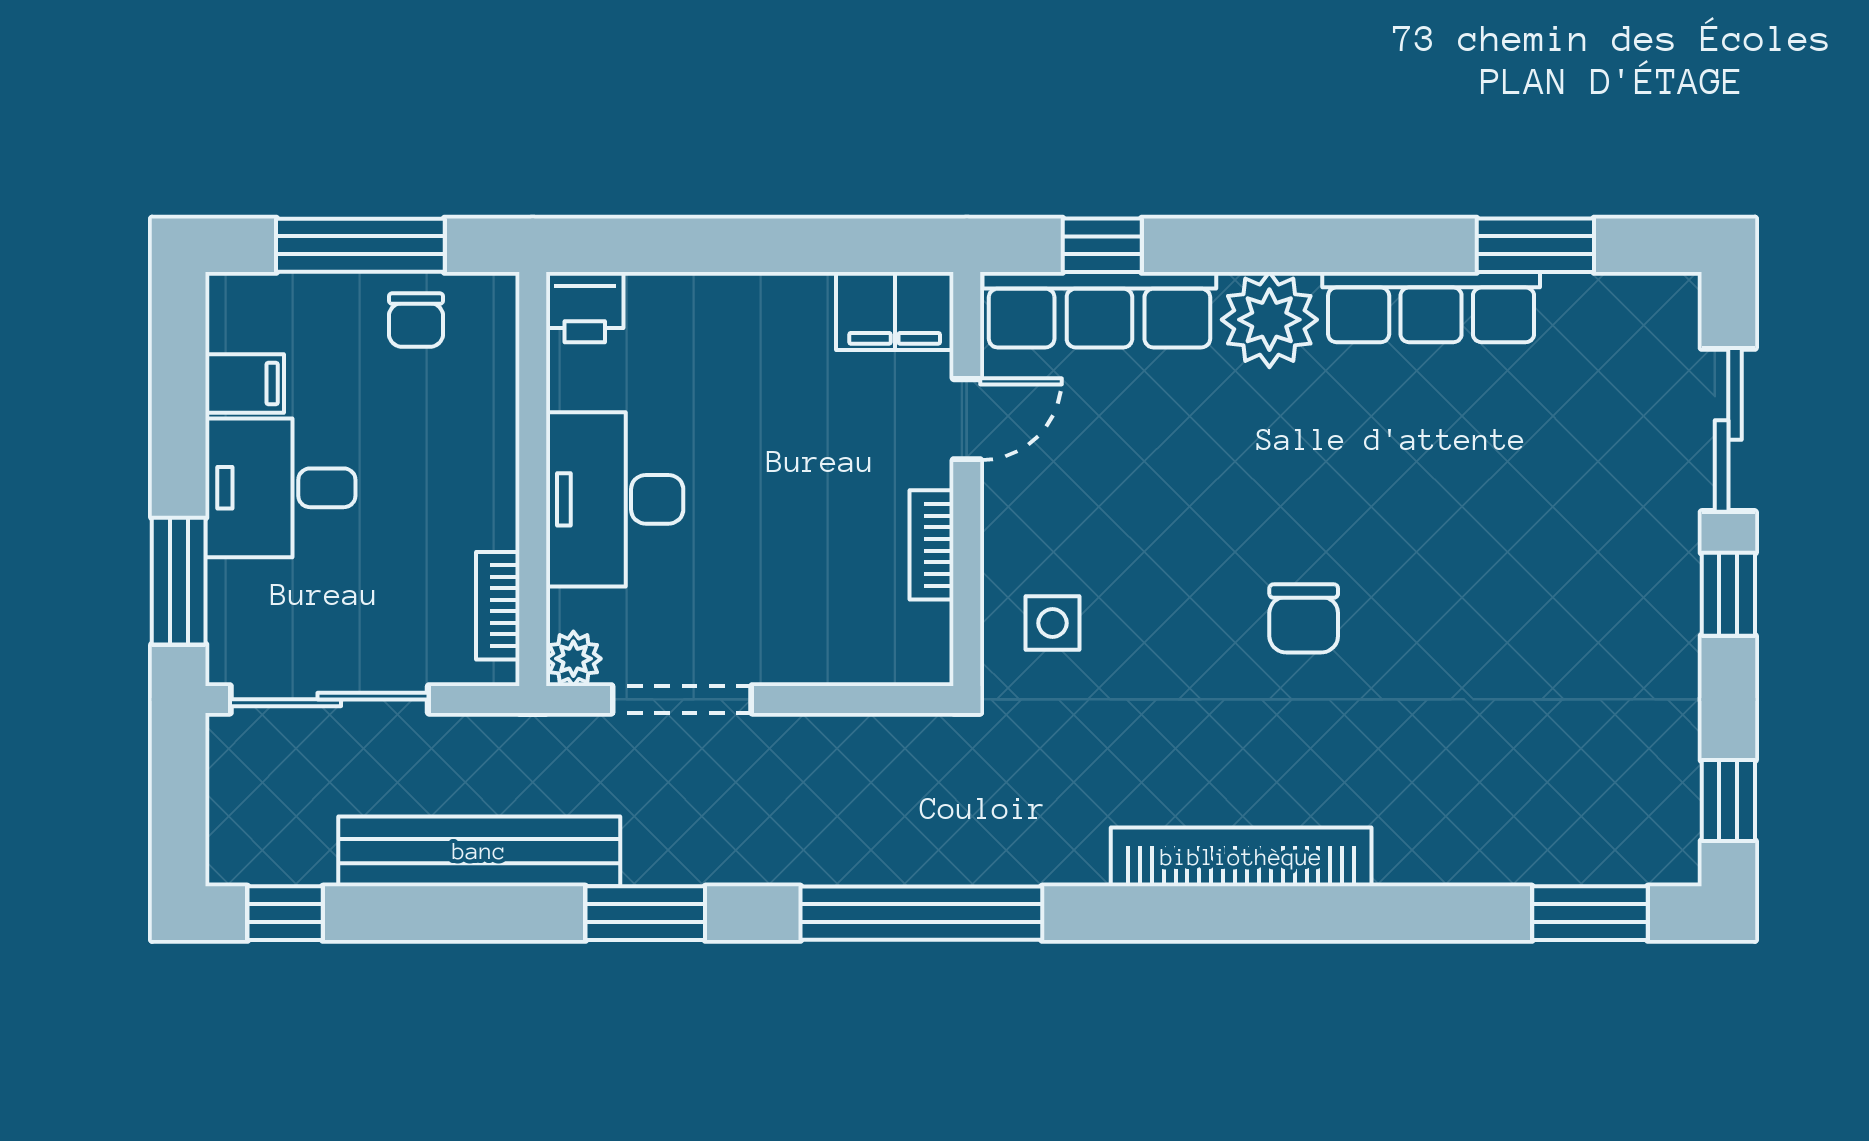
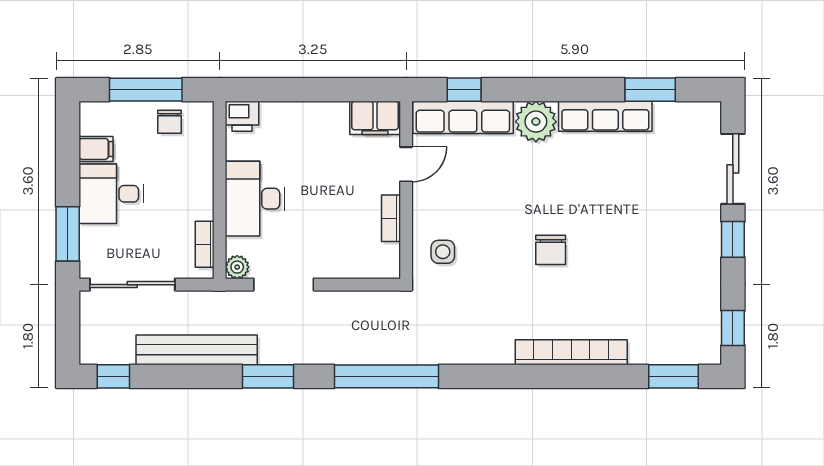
bookcase: (1241, 857) -> (571, 352), moved

